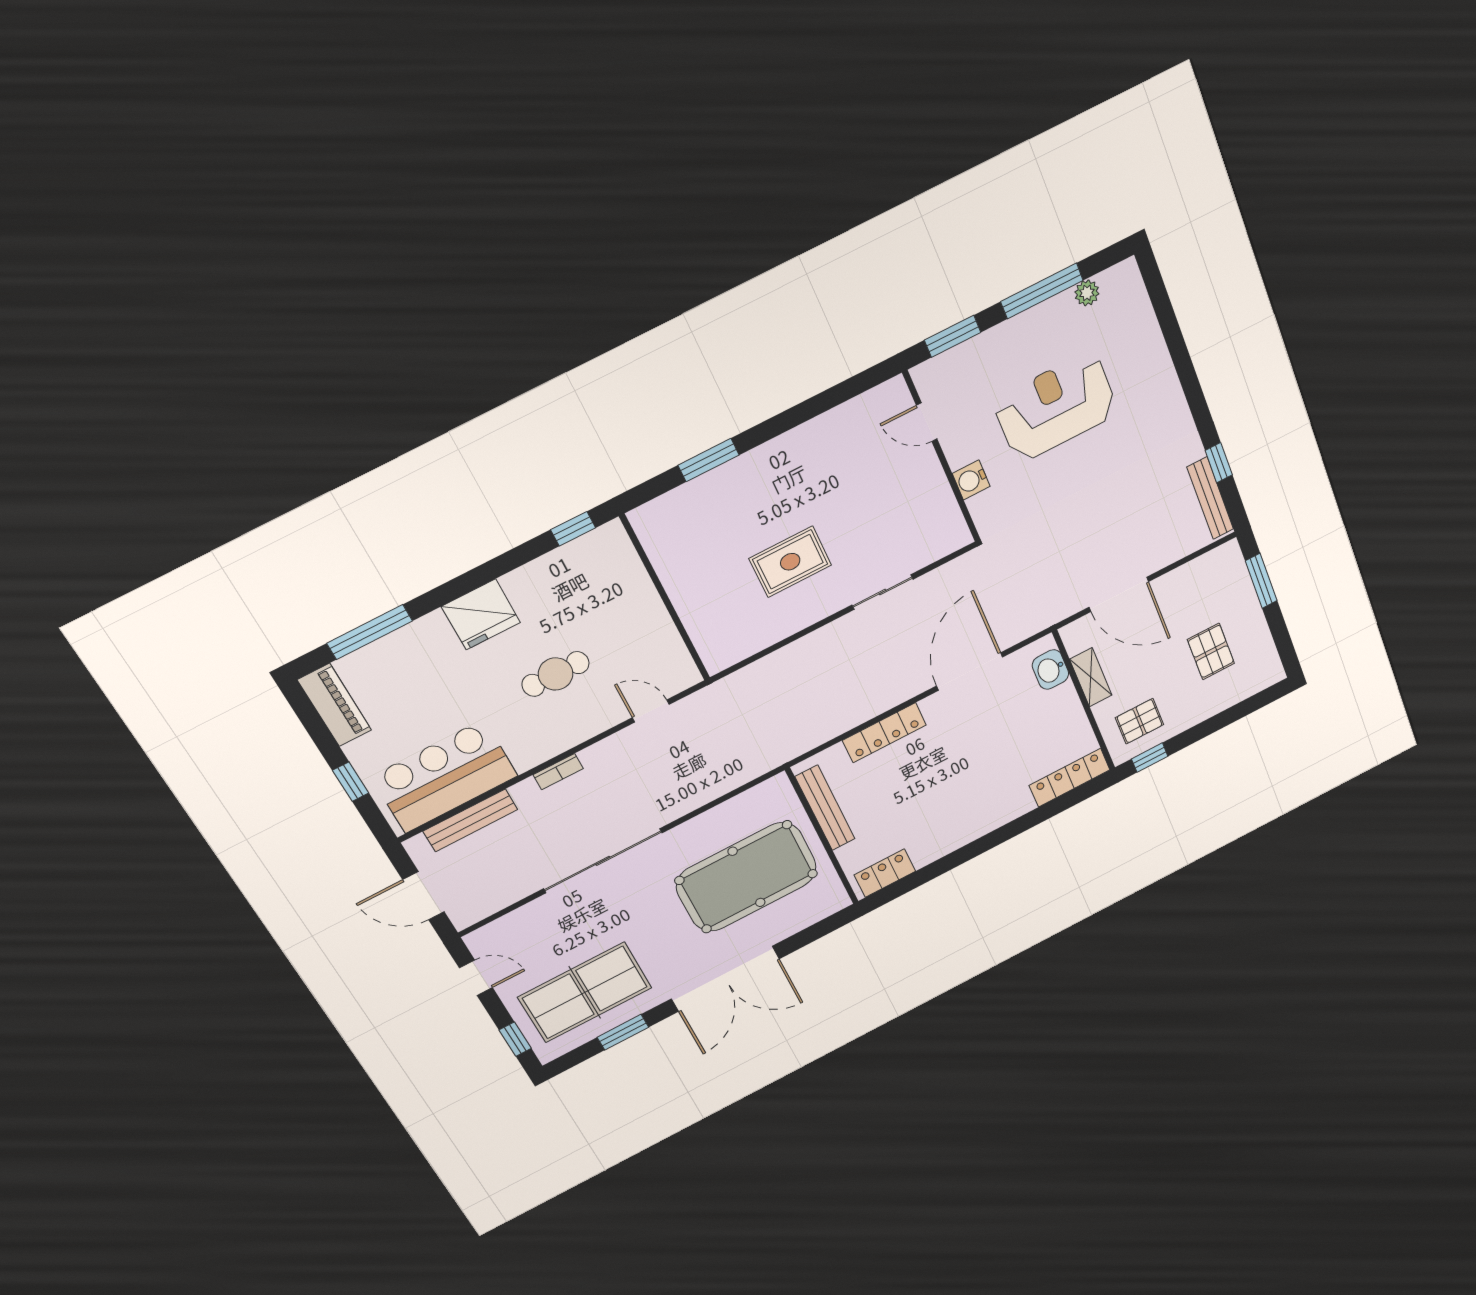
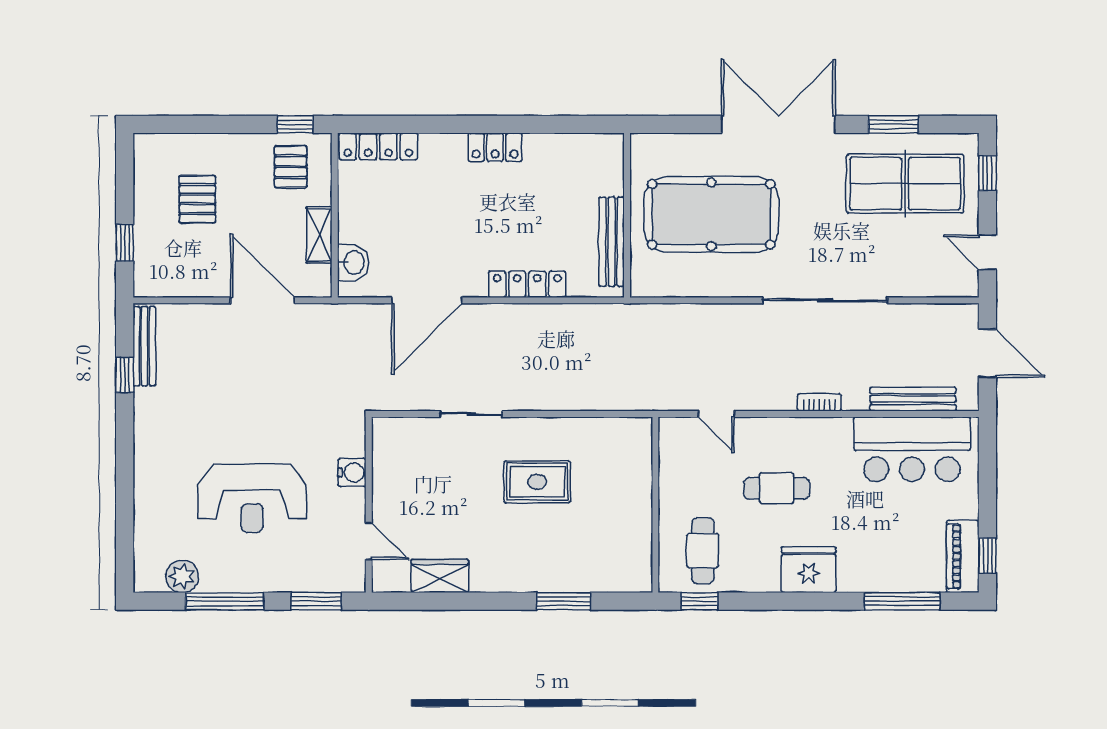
plant: (1087, 293) -> (182, 576), width x1.38, depth x1.38
wardrobe: (842, 423) -> (440, 576), added
cafe table: (596, 579) -> (703, 551), added
window: (1261, 581) -> (125, 243), width x0.67
pallet: (1140, 721) -> (291, 167), turned 90
window: (351, 782) -> (987, 556), moved
locker: (885, 873) -> (495, 147), moved

